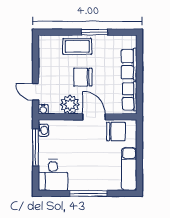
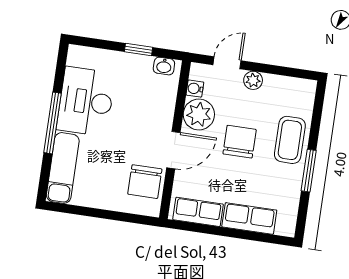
plant: (44, 74) -> (253, 80), added
water cooler: (43, 109) -> (195, 89), moved
window: (36, 147) -> (138, 50), width x0.46
exam couch: (129, 169) -> (63, 168), moved, turned 90
desk: (53, 175) -> (86, 101), moved, width x1.37

